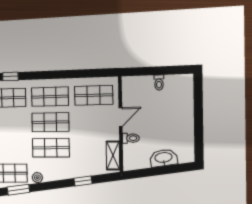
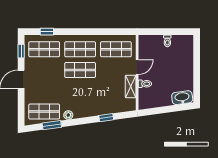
shop shelf: (51, 148) -> (80, 91), removed
shelving: (113, 155) -> (131, 87), moved
washbasin: (163, 158) -> (182, 98), moved

